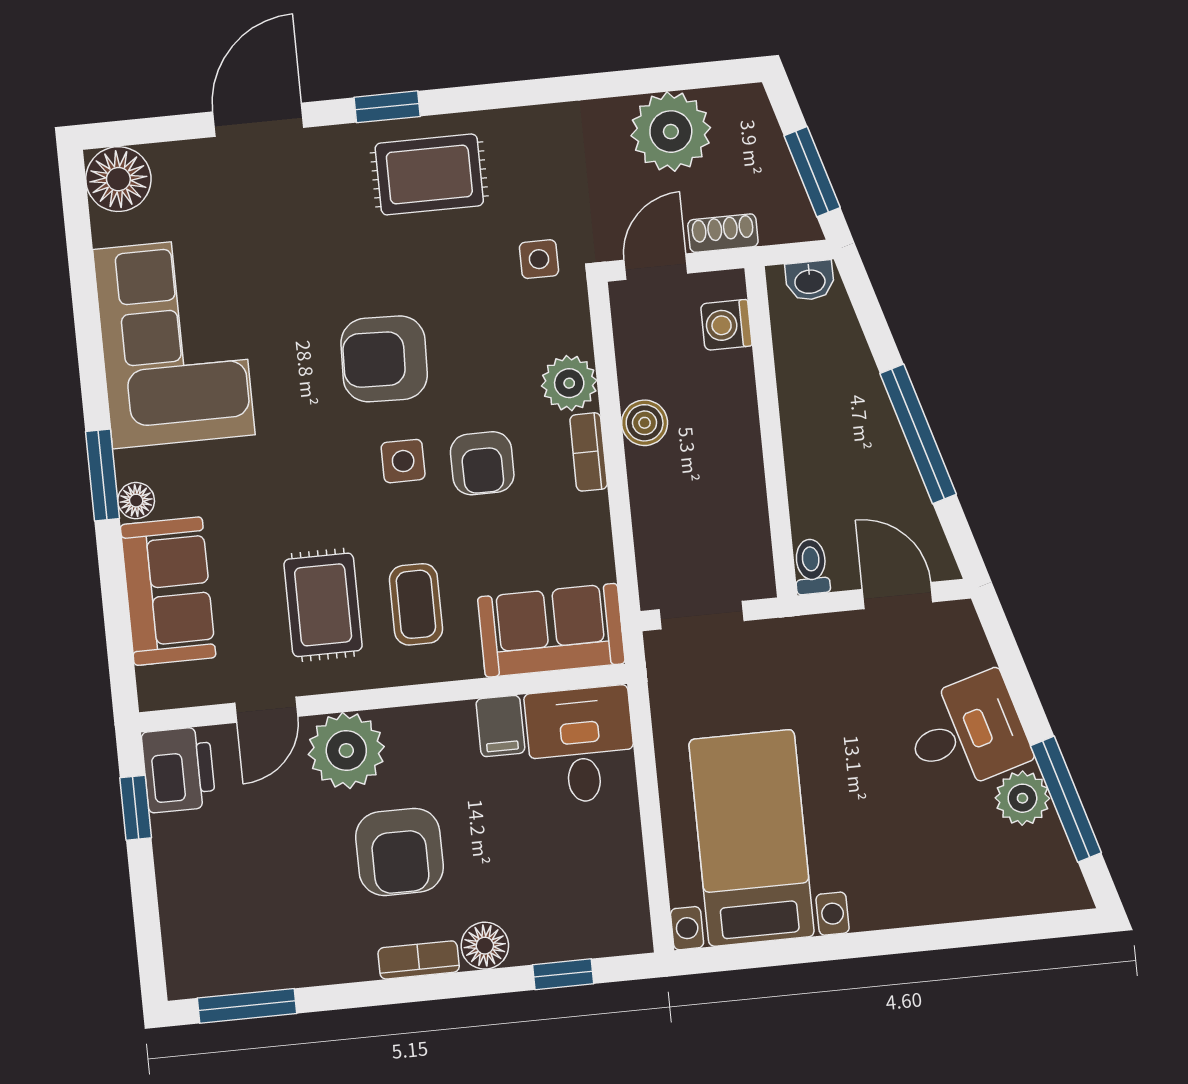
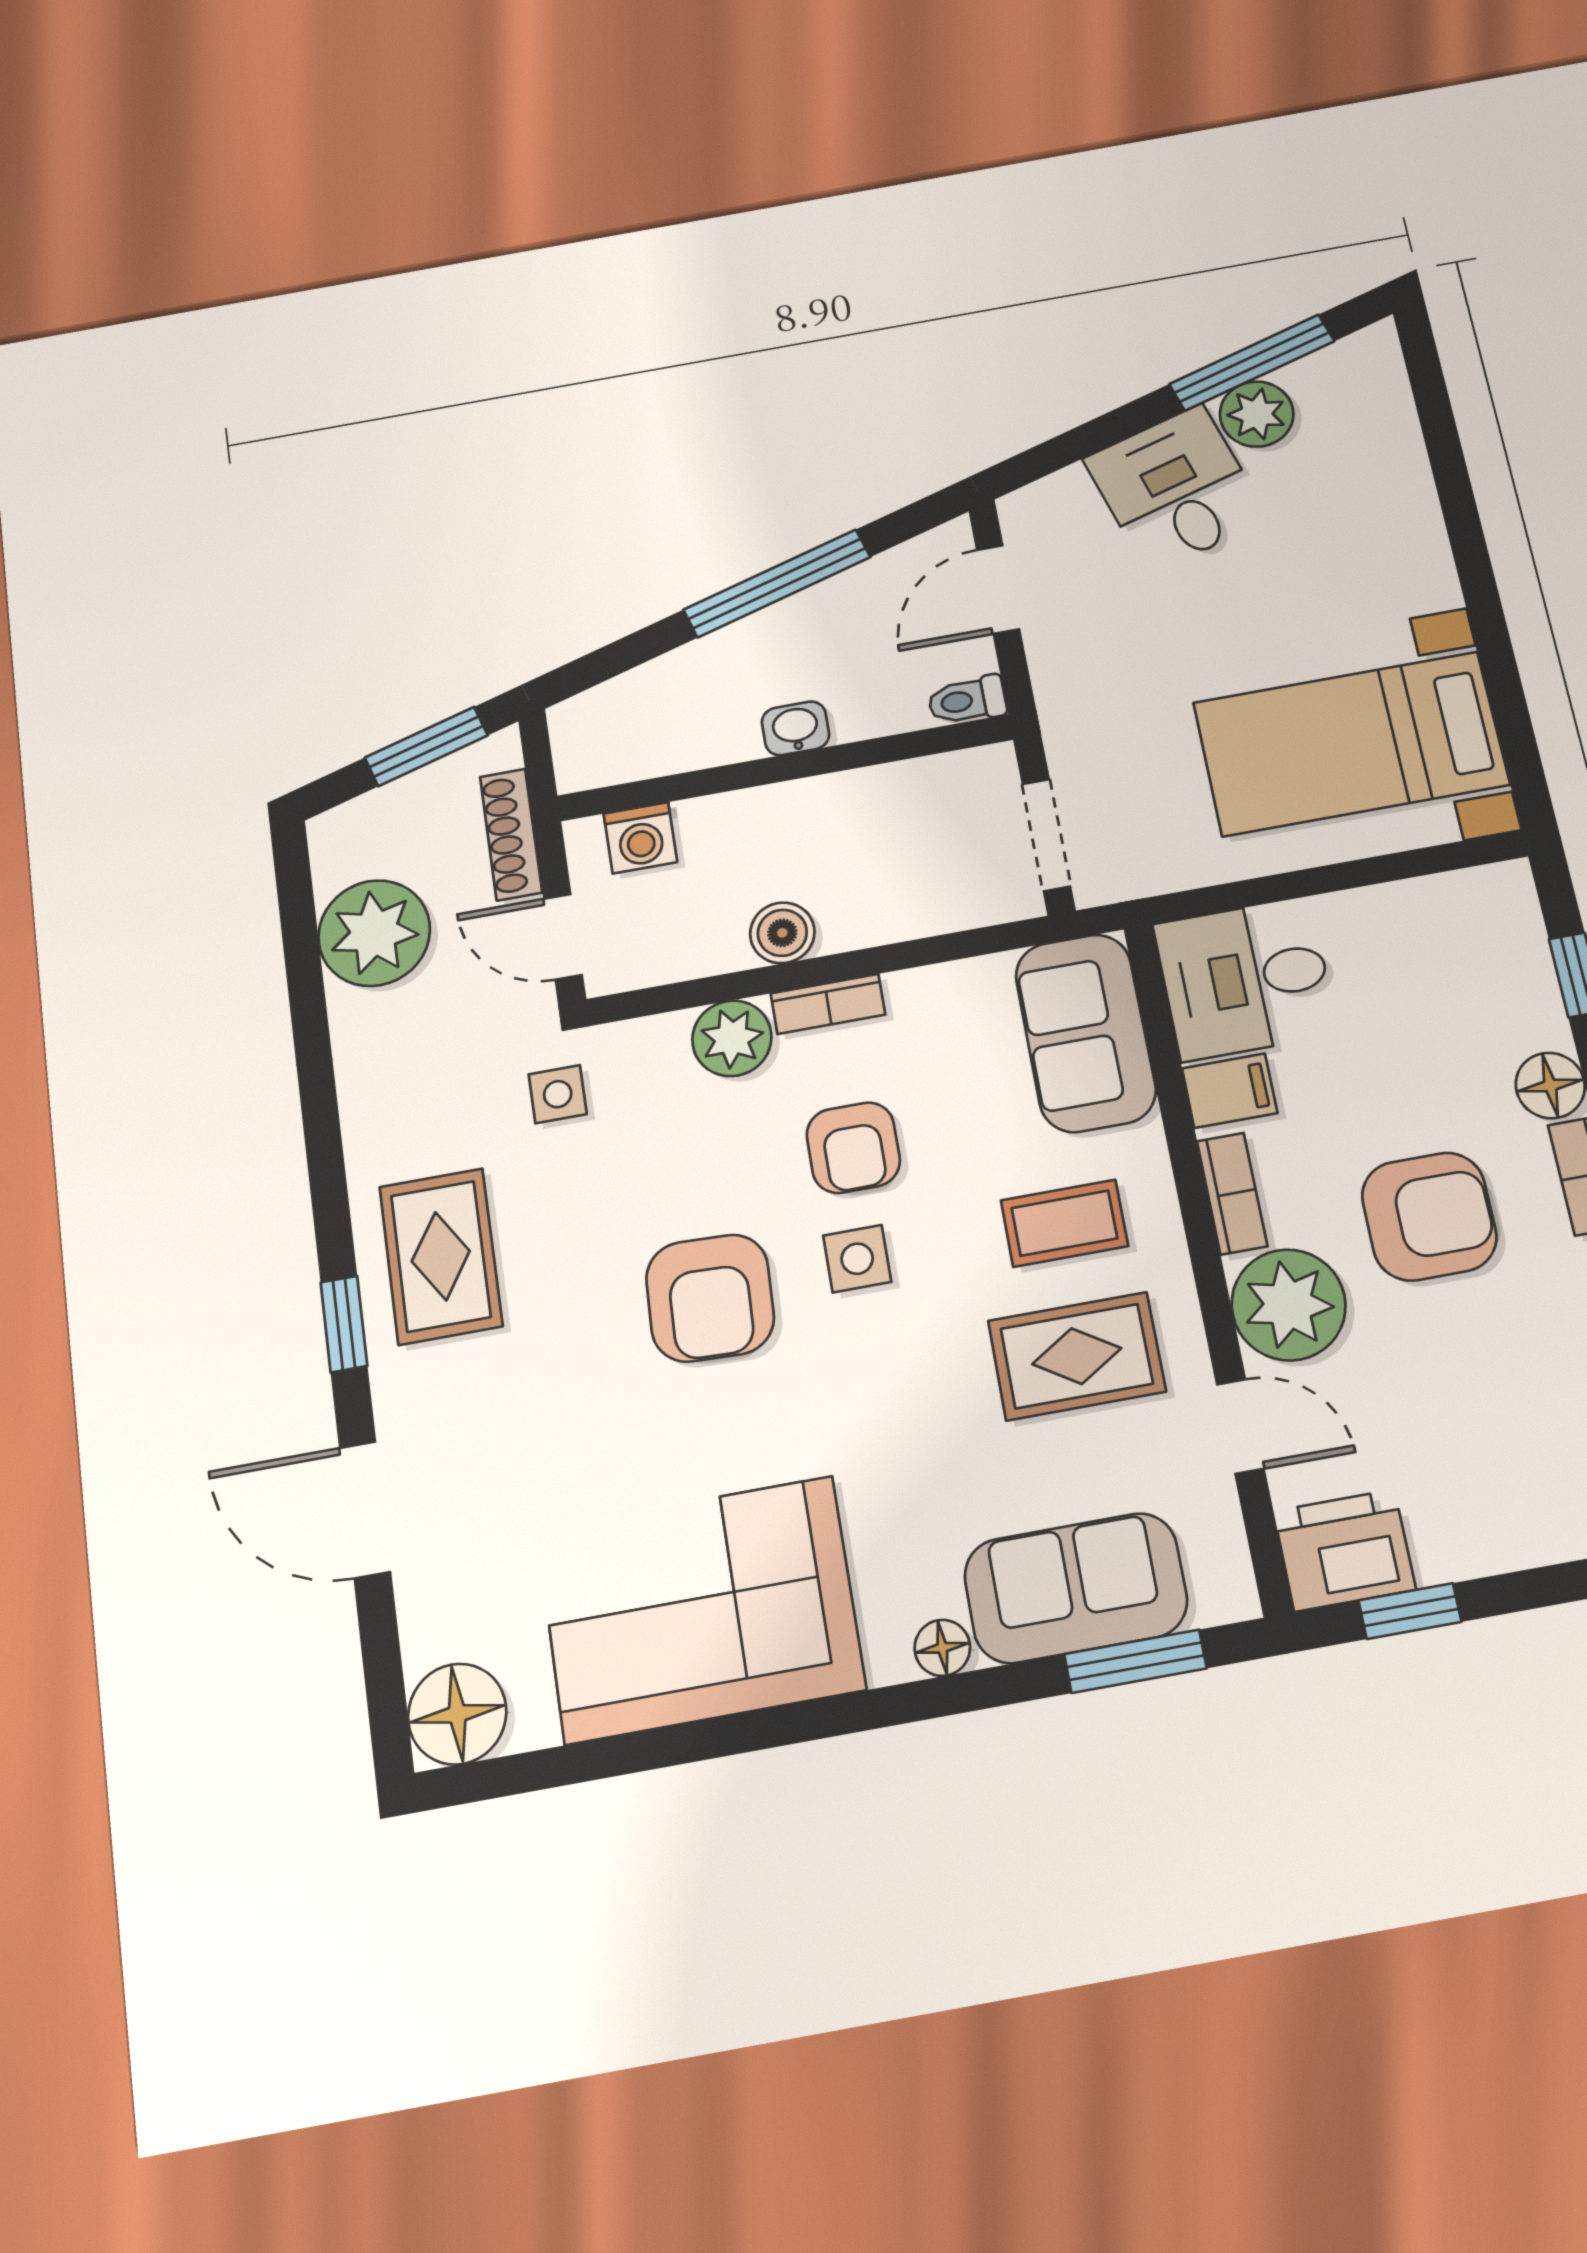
shoe rack: (723, 233) -> (511, 834), width x1.43
washbasin: (810, 281) -> (796, 728), moved, turned -90
armchair: (482, 463) -> (853, 1148), turned 90
window: (102, 475) -> (1135, 1661), moved
bookcase: (427, 720) -> (1232, 1193), added

